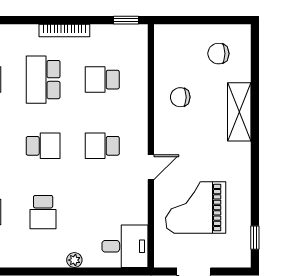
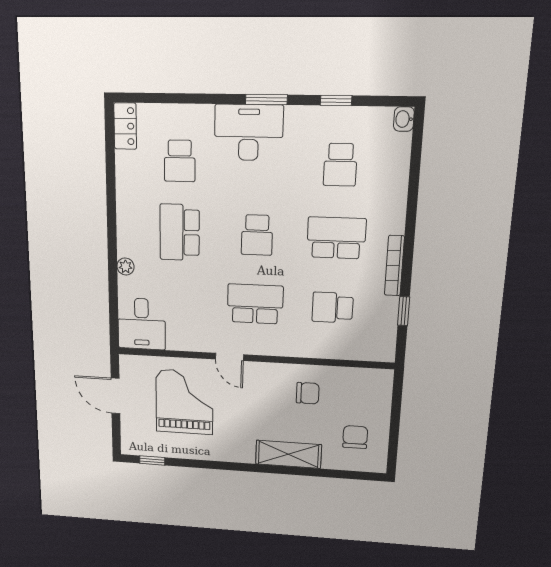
window: (126, 20) -> (404, 311), moved
school desk: (102, 80) -> (333, 308), turned -90
chair: (180, 97) -> (308, 393), turned 90
school desk: (102, 146) -> (255, 304), width x1.85
school desk: (43, 212) -> (180, 232), width x1.85

